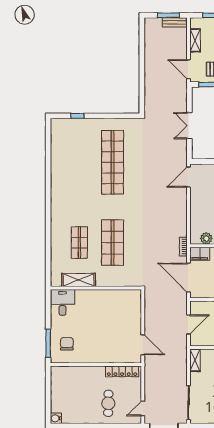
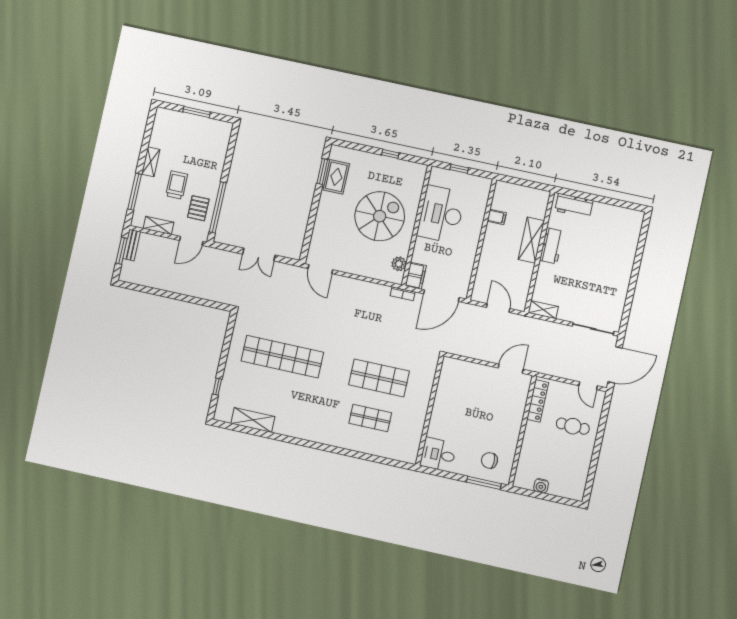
shelving: (79, 280) -> (253, 420), moved, turned 90
water cooler: (56, 418) -> (541, 486), moved

